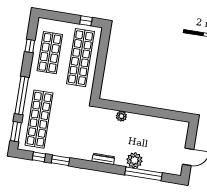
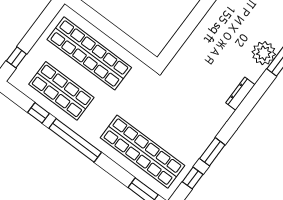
window: (86, 21) -> (16, 57), moved
window: (22, 96) -> (75, 140), moved
plant: (121, 116) -> (196, 40), removed

